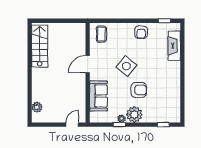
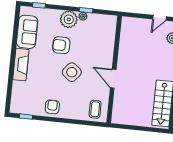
fireplace: (174, 46) -> (21, 65), moved
door: (88, 64) -> (113, 79), swing flipped
sofa: (98, 96) -> (27, 32), moved, turned 180
door: (72, 125) -> (159, 18), moved

